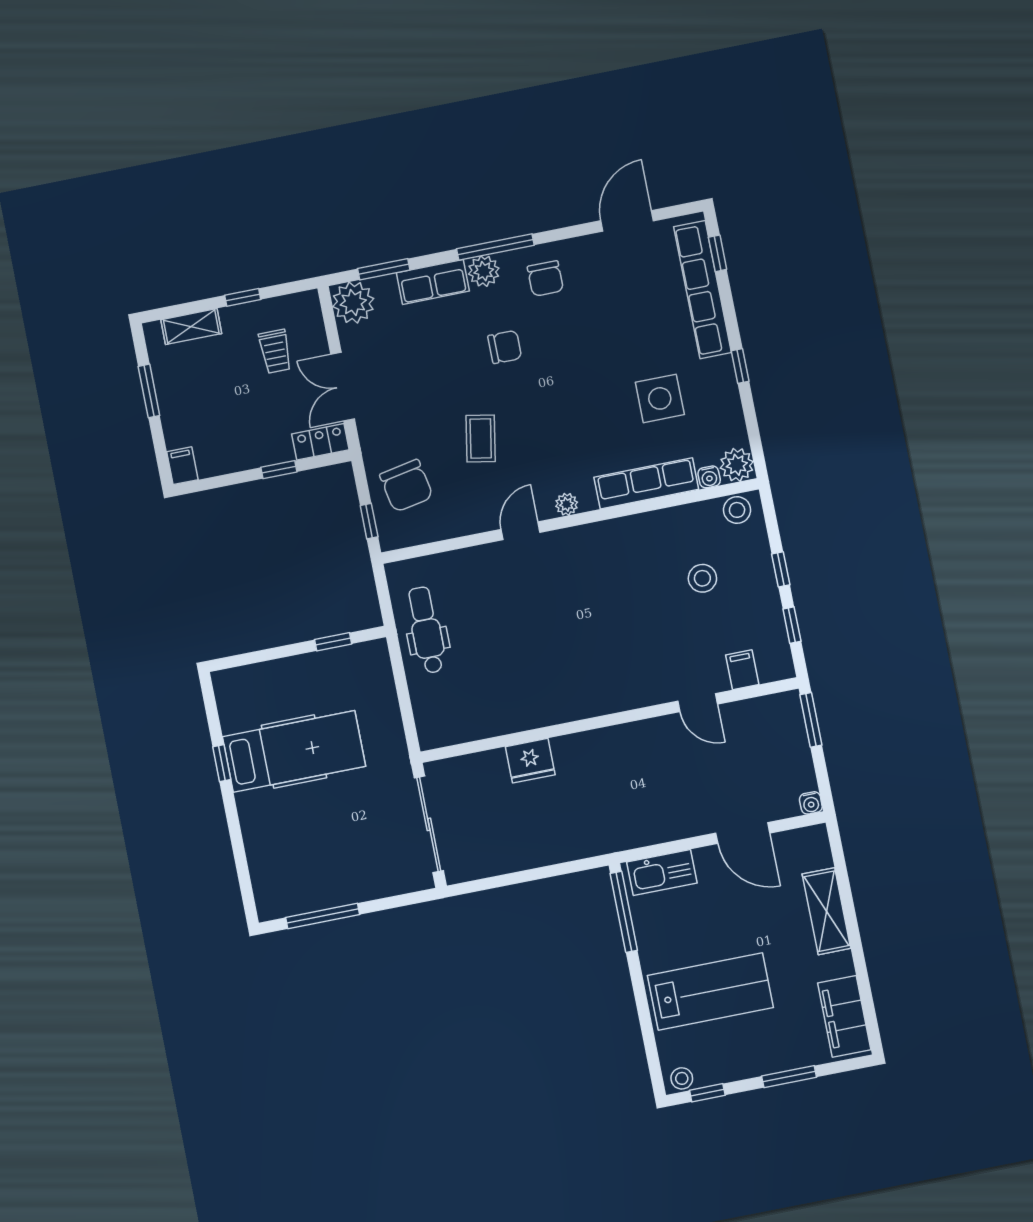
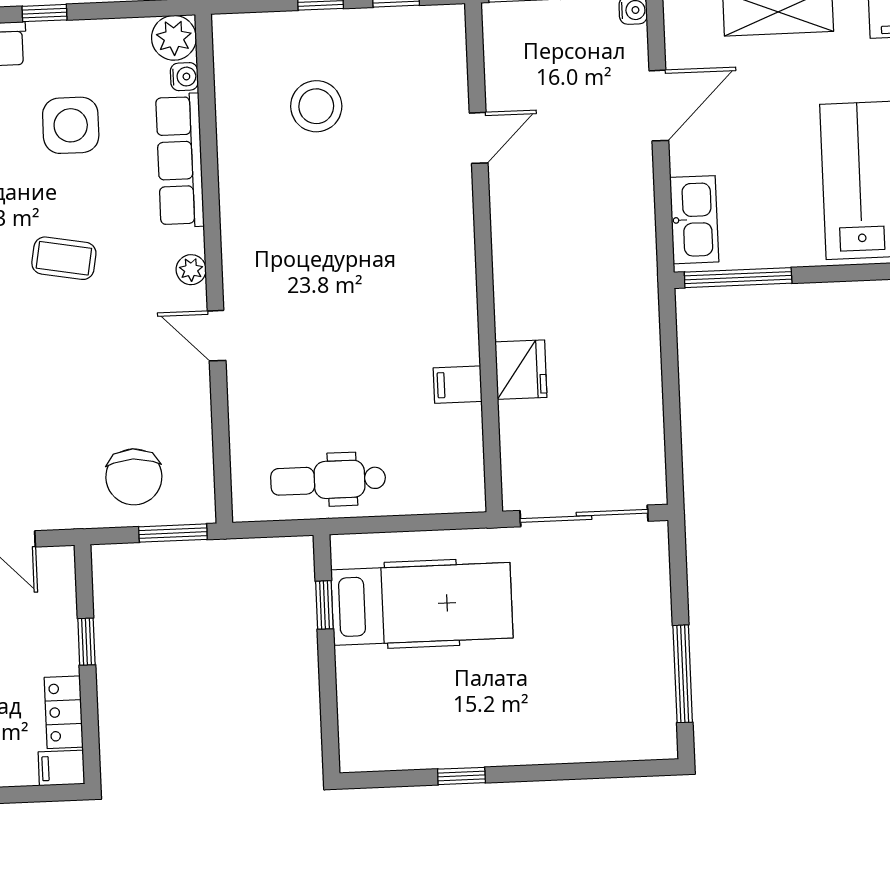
coffee table: (481, 439) -> (64, 258), moved
locker: (320, 442) -> (64, 712), moved
chair: (406, 486) -> (134, 477), turned 101
stool: (737, 510) -> (233, 47), removed
window: (369, 521) -> (173, 533), width x1.50
stool: (702, 578) -> (316, 106), width x1.38, depth x1.38
filing cabinet: (742, 670) -> (458, 385), moved
hospital bed: (294, 751) -> (422, 604), moved, turned 90

